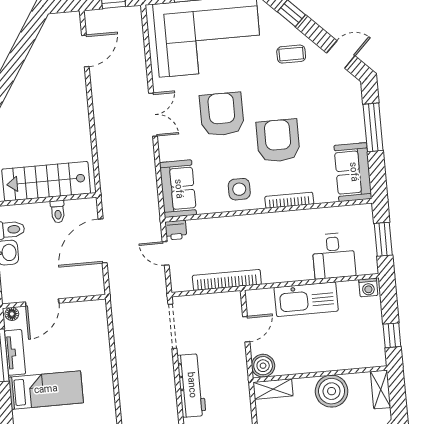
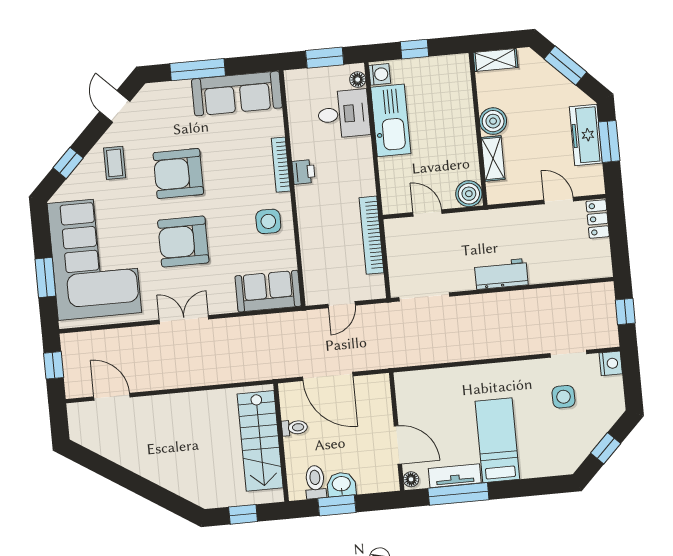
armchair: (278, 141) -> (178, 173), moved
sofa: (353, 172) -> (237, 93), width x1.36
printer: (176, 230) -> (304, 172), moved
floor lamp: (364, 268) -> (358, 80), added
kitchen sink: (306, 299) -> (391, 120), moved
window: (392, 335) -> (414, 49), moved
workbench: (191, 385) -> (501, 274), width x0.73
shelving: (273, 389) -> (493, 158), moved
boiler: (332, 391) -> (493, 121), width x0.73, depth x0.73

